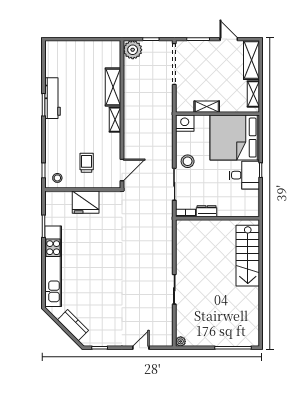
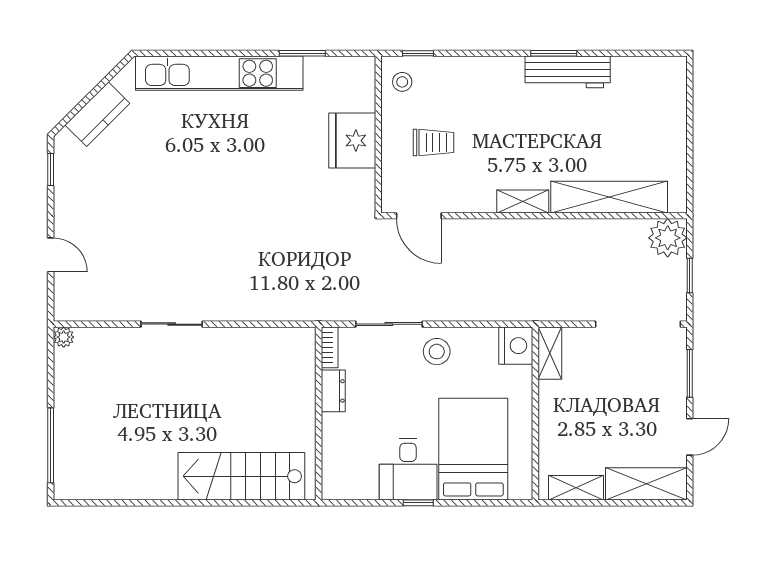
shelving: (113, 87) -> (609, 197), width x1.47
shelving: (207, 107) -> (550, 353), moved
bed: (235, 138) -> (473, 449), width x0.73

